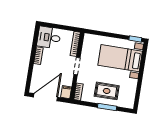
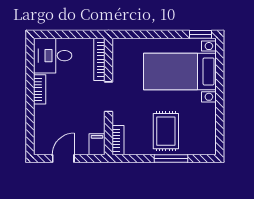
rug: (107, 91) -> (166, 131), turned 90
door: (46, 97) -> (63, 158), width x0.53

